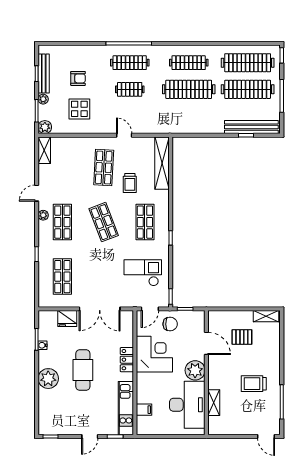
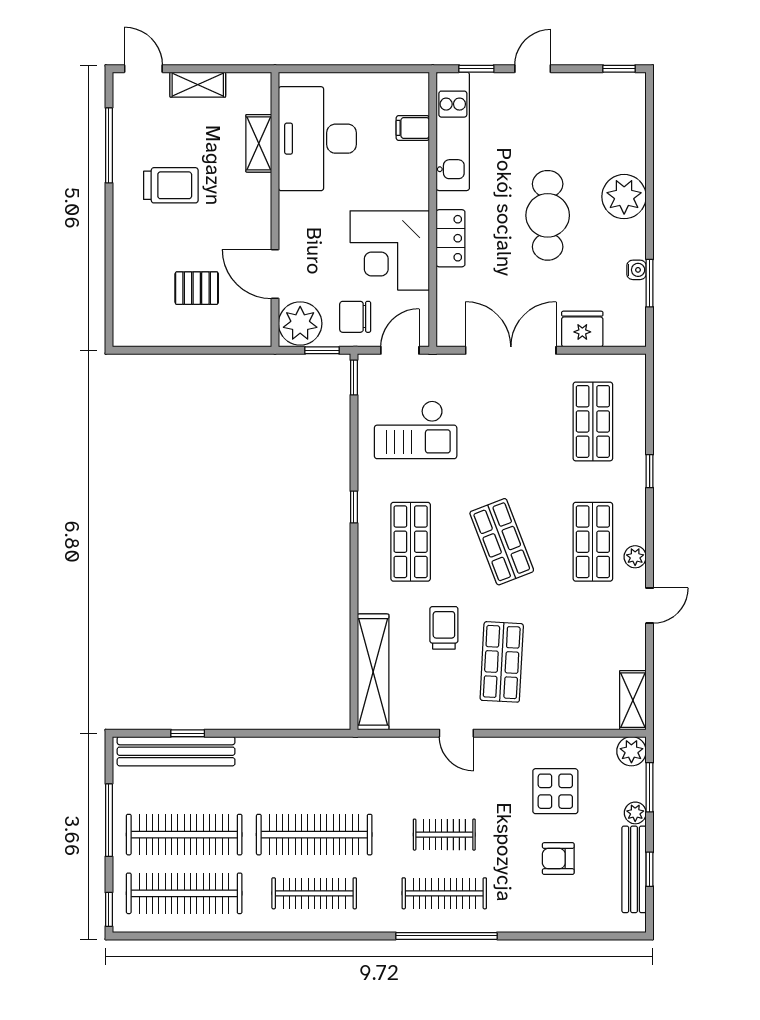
shelving: (266, 316) -> (198, 85), moved
plant: (195, 370) -> (300, 324), moved

